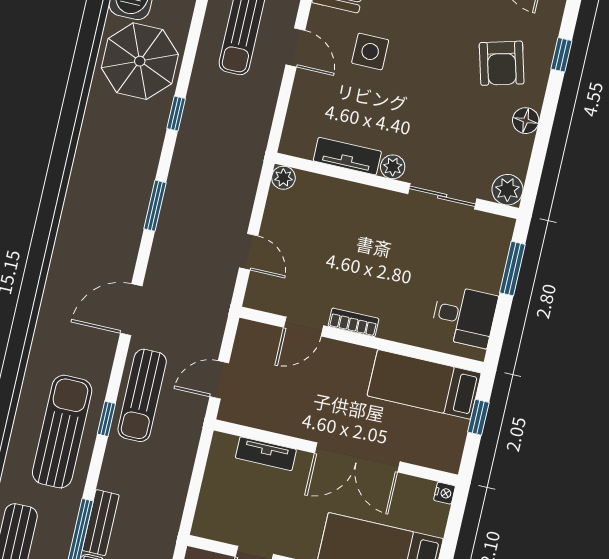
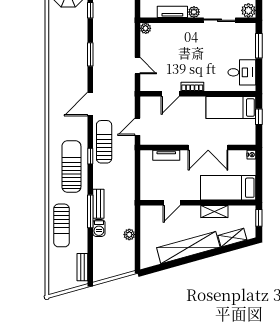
sun lounger: (142, 395) -> (104, 142), turned 180

